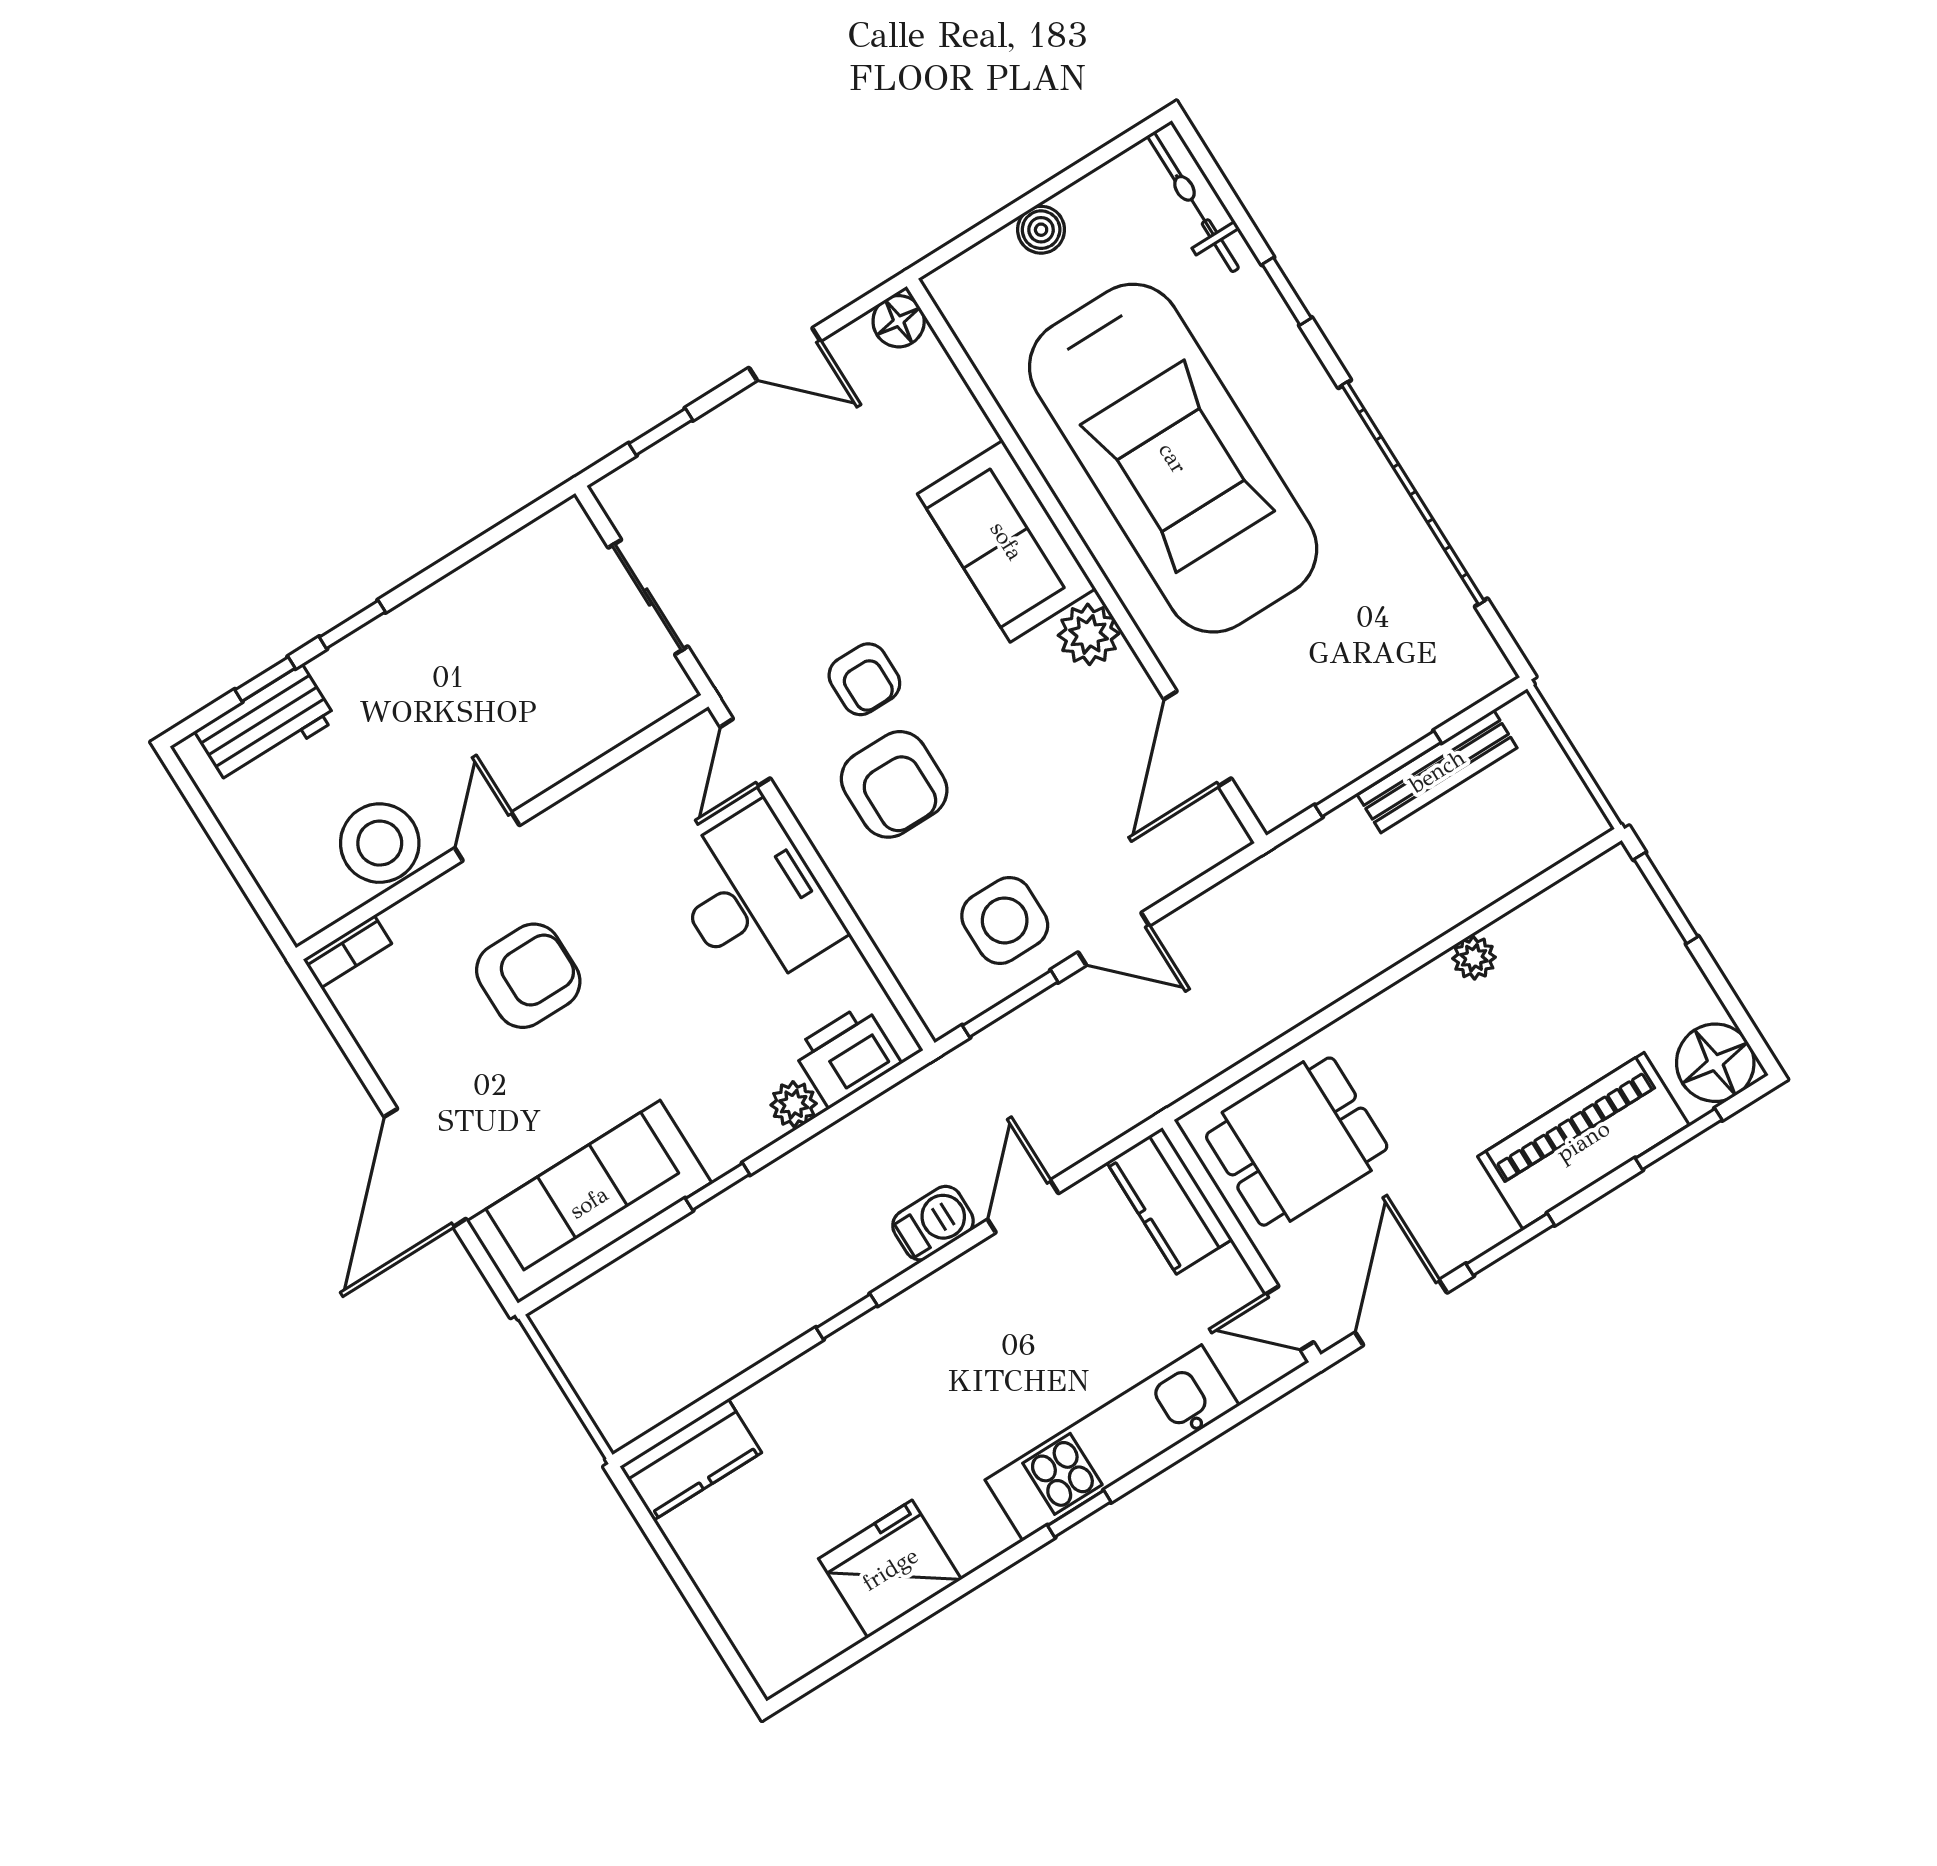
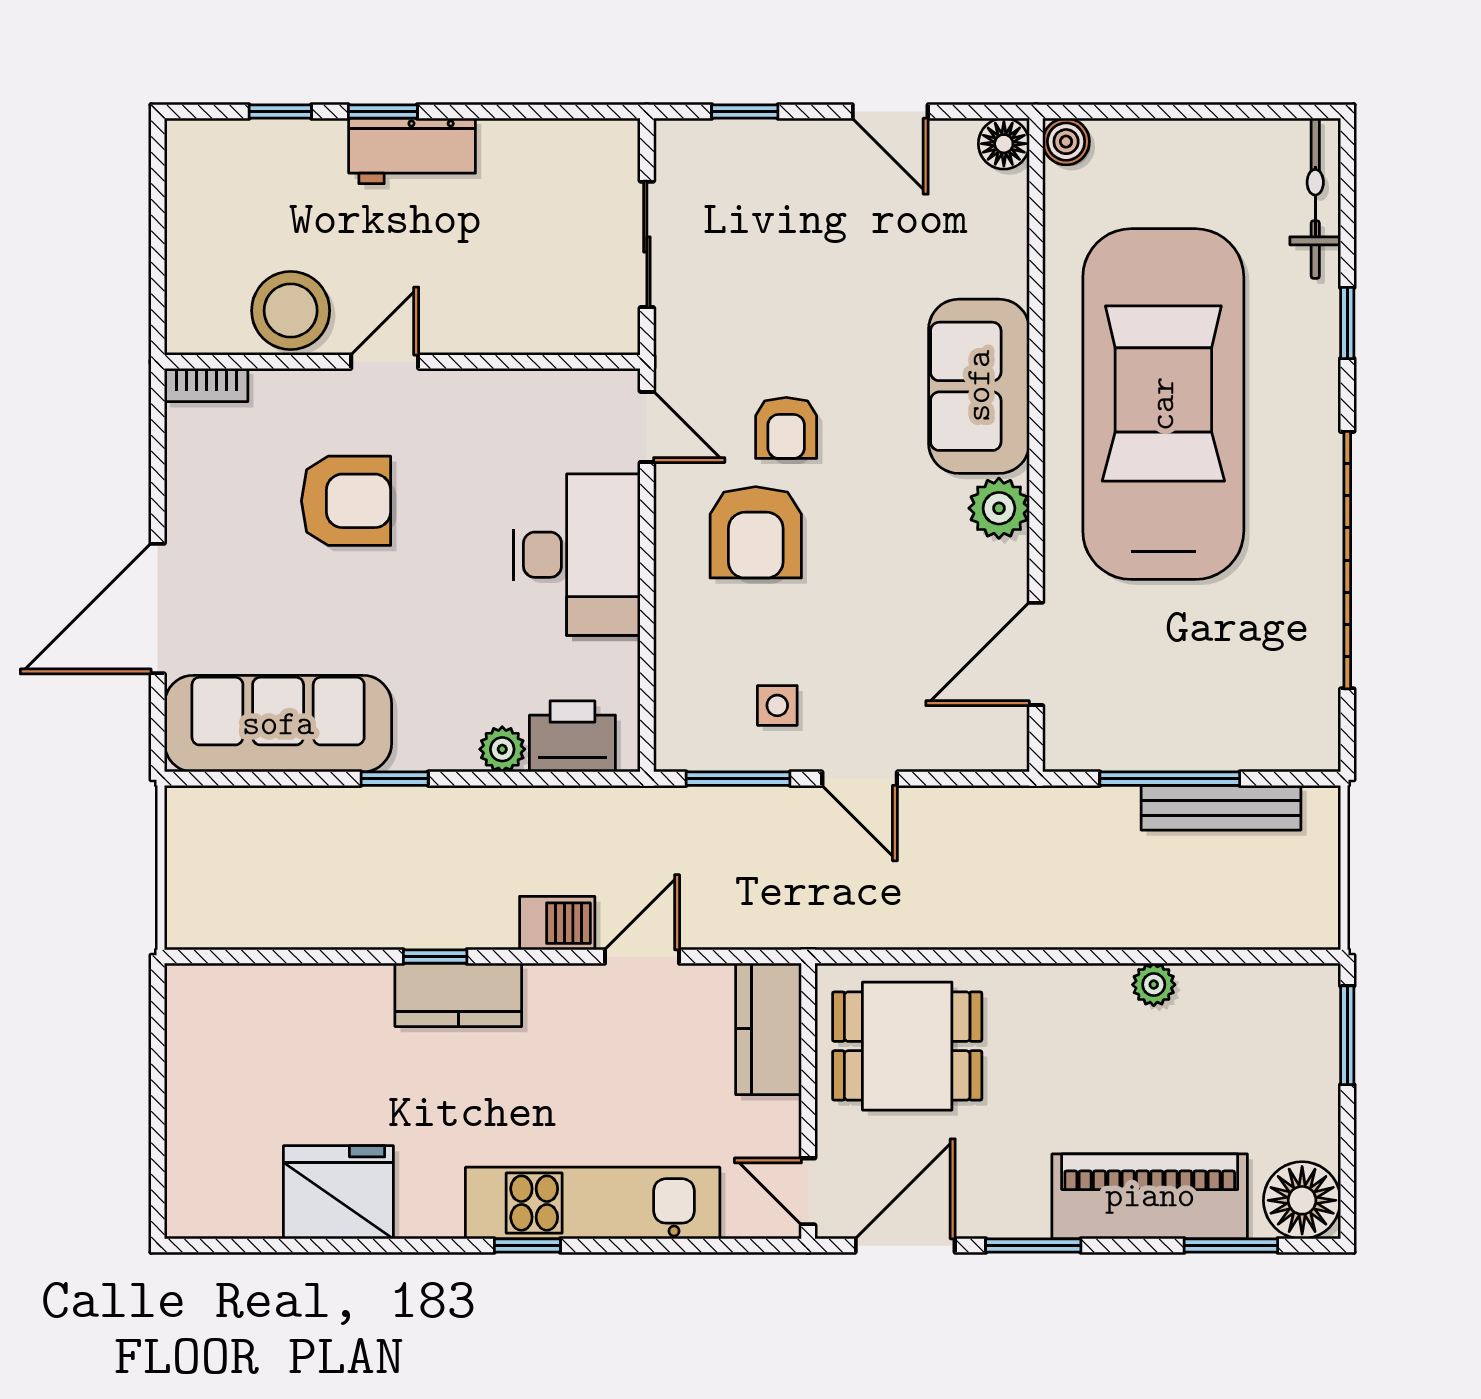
boiler: (1041, 230) -> (1066, 142), moved
car: (1173, 458) -> (1163, 404), turned 180
workbench: (266, 725) -> (412, 151), moved
door: (745, 753) -> (647, 427), swing flipped
side table: (1005, 920) -> (777, 705), width x0.54, depth x0.54
kitchen counter: (691, 1459) -> (458, 995), moved

